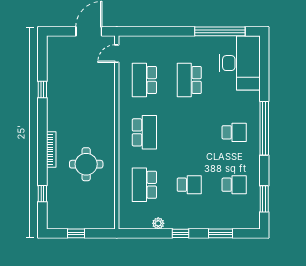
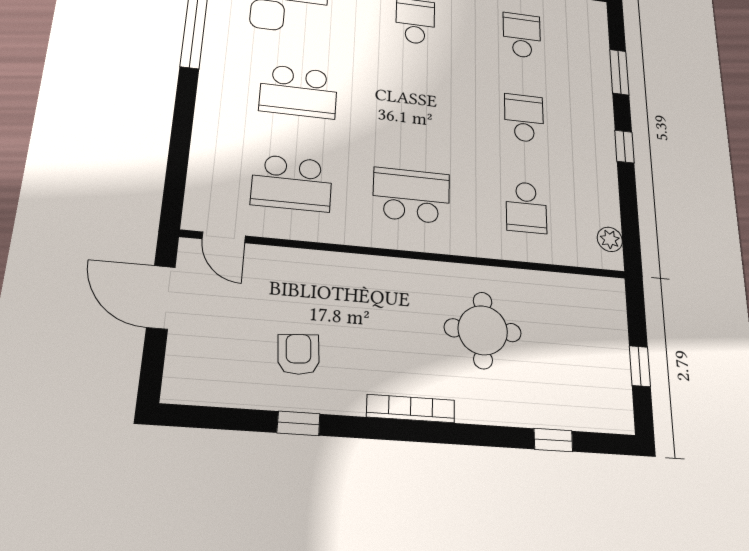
armchair: (70, 88) -> (299, 354), added
bookcase: (51, 150) -> (411, 409), moved
school desk: (144, 185) -> (526, 207), width x0.54
plant: (158, 223) -> (610, 239), moved

